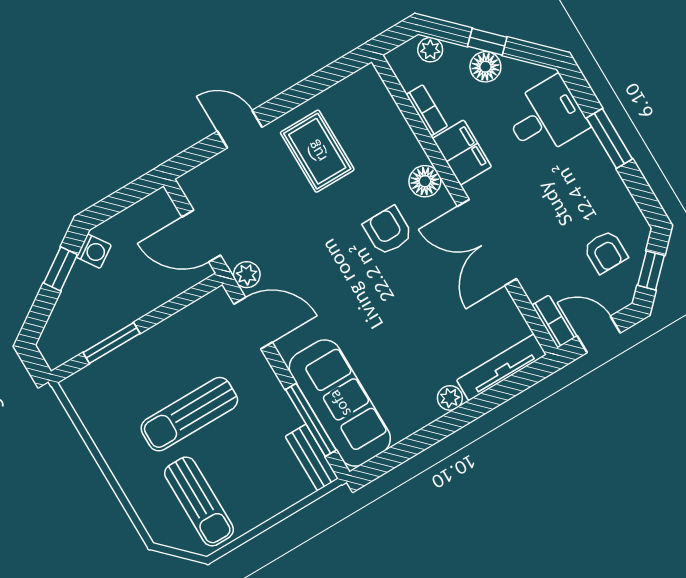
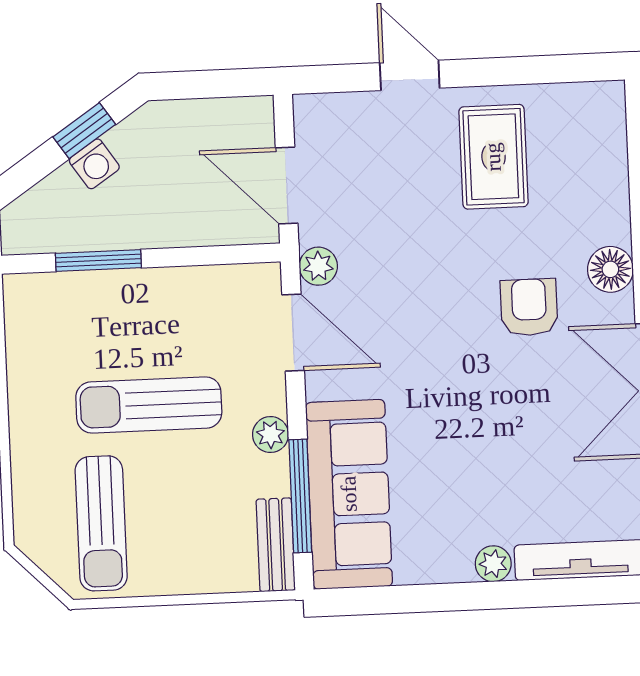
washing machine: (94, 251) -> (94, 164), moved
plant: (273, 392) -> (271, 435), added

